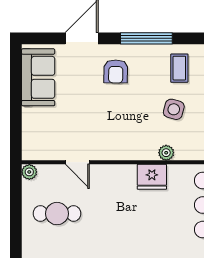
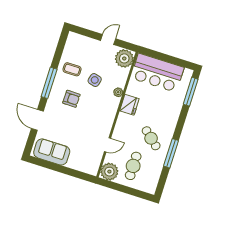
armchair: (116, 71) -> (71, 99), moved
plant: (29, 172) -> (109, 172), width x1.88, depth x1.88
cafe table: (110, 228) -> (151, 138), added

